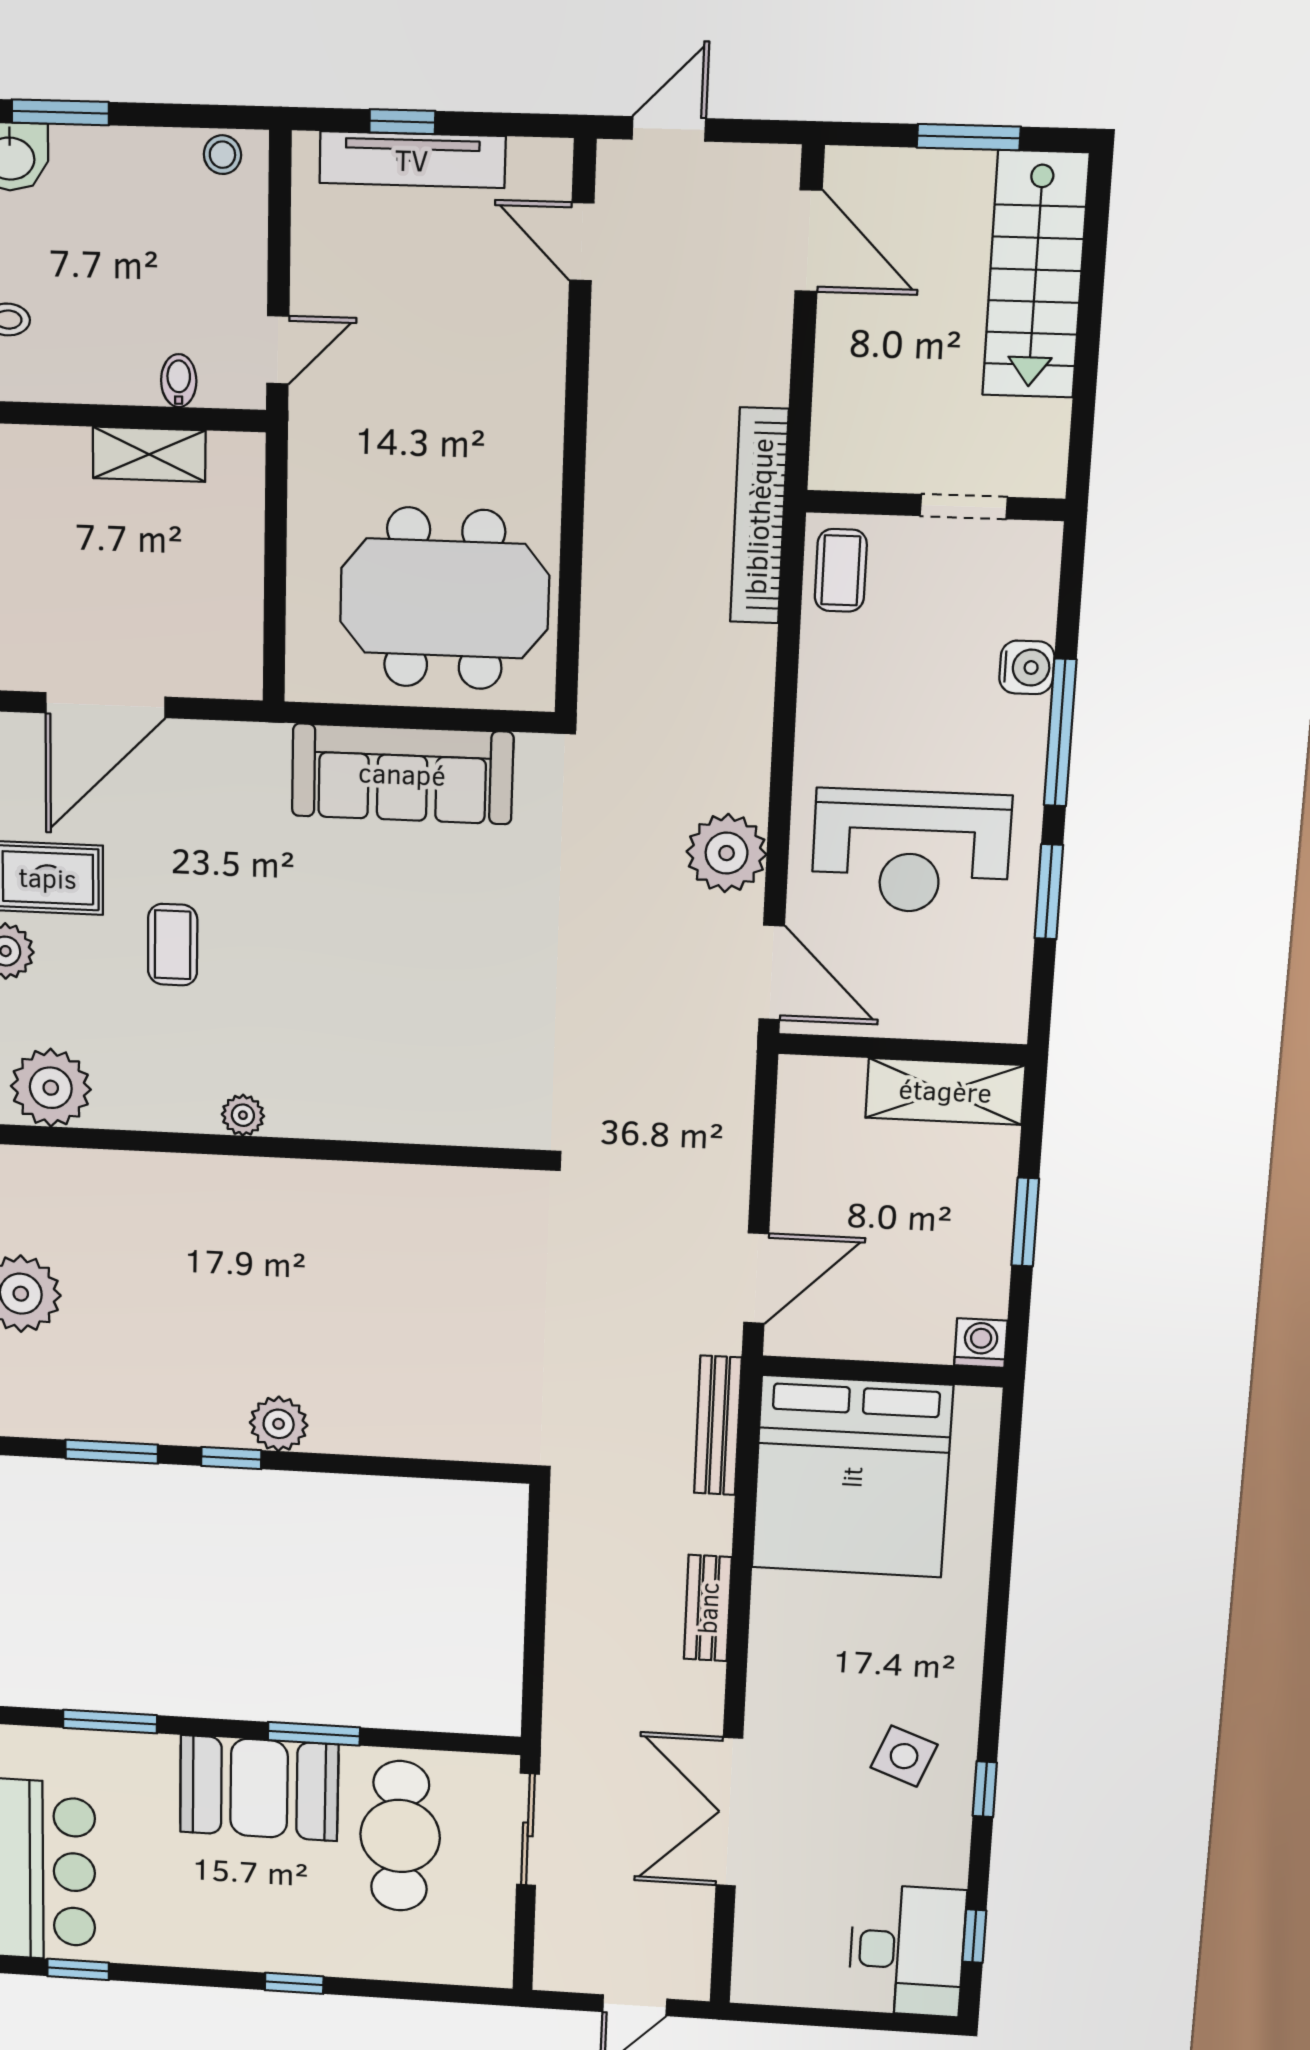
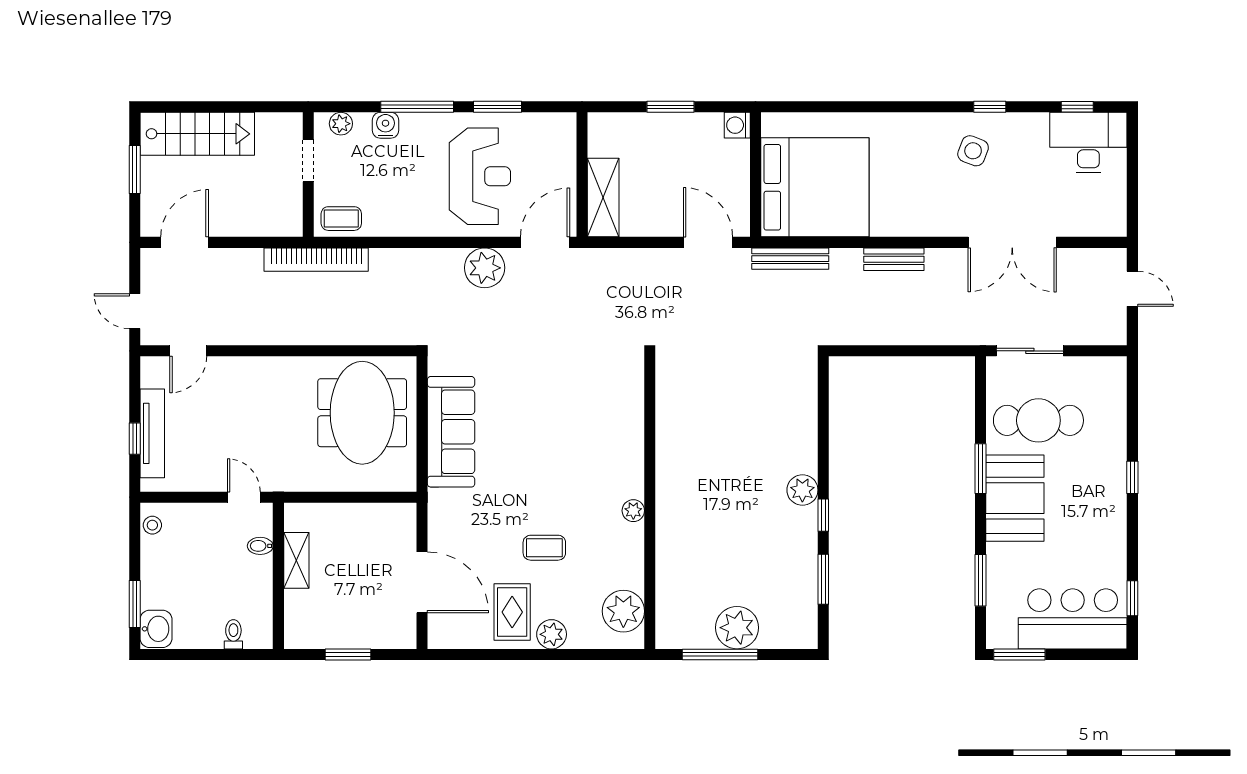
plant: (1036, 577) -> (341, 124), added
shelving: (945, 1091) -> (603, 197), moved

